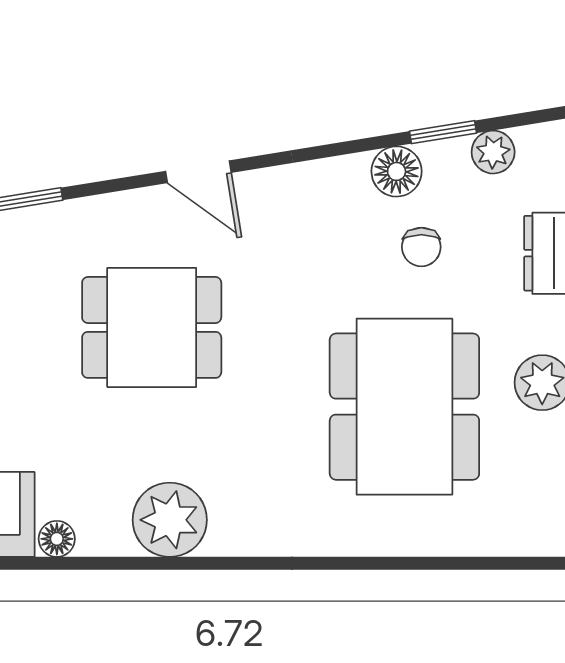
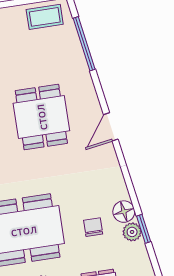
plant: (493, 152) -> (132, 232), moved
chair: (421, 247) -> (93, 227), turned 90

